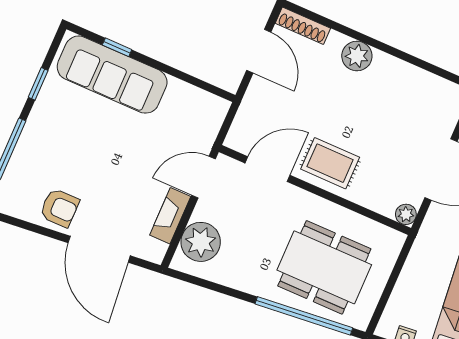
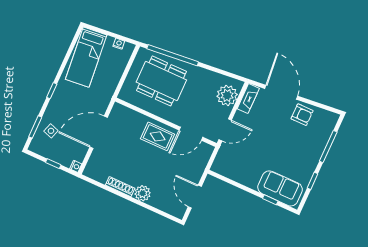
shoe rack: (303, 26) -> (120, 187), moved
sofa: (112, 75) -> (280, 188), width x0.73
armchair: (59, 208) -> (302, 115), turned 180
plant: (406, 214) -> (118, 109), removed
fireplace: (170, 216) -> (248, 99), moved

